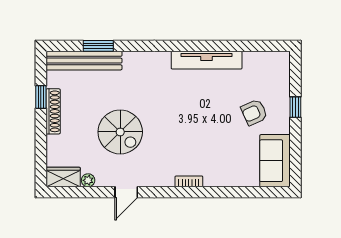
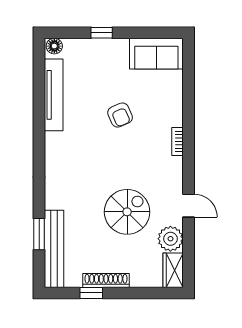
tv unit: (207, 60) -> (54, 95), moved
floor lamp: (282, 61) -> (54, 46), added
armchair: (254, 112) -> (120, 115), moved
plant: (88, 180) -> (170, 239), width x1.88, depth x1.88

